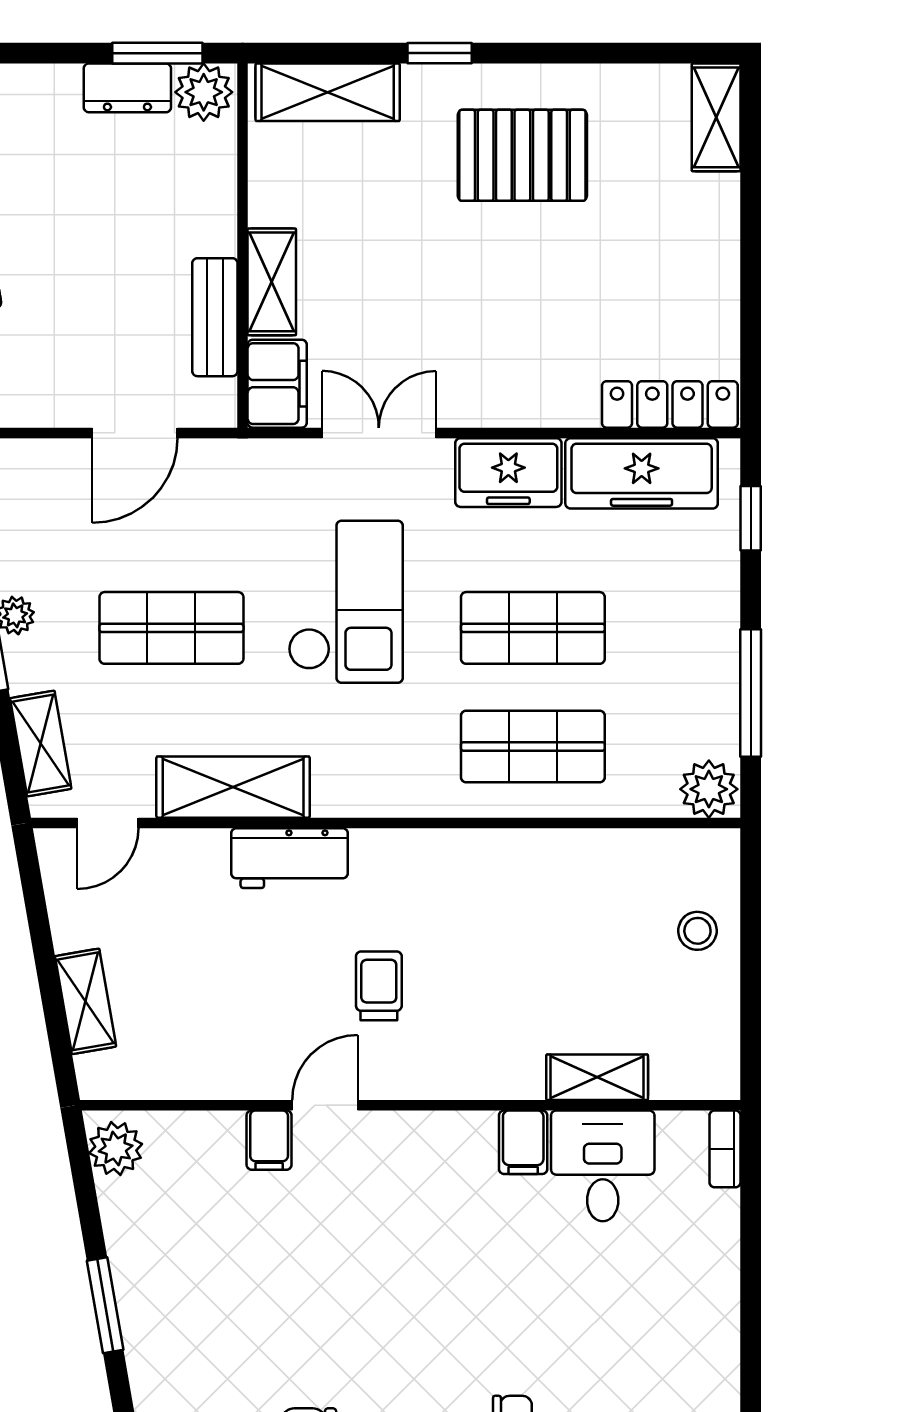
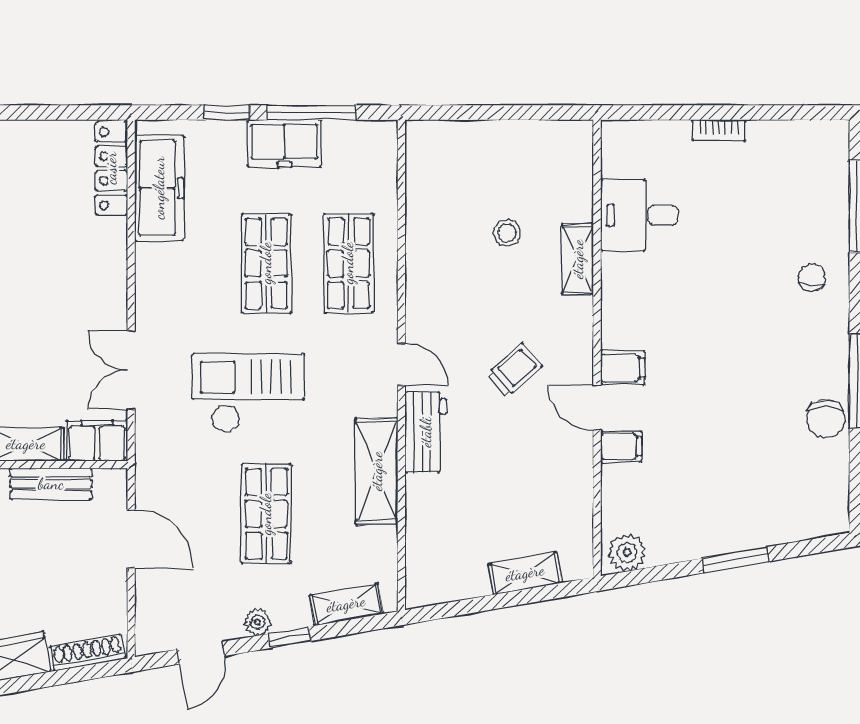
freezer: (508, 473) -> (284, 144), moved, turned 90
window: (751, 518) -> (227, 113), moved
plant: (709, 789) -> (378, 142), removed
door: (108, 823) -> (401, 364), moved
stool: (697, 931) -> (507, 233), moved
trolley: (379, 986) -> (514, 370), turned 139
shelving: (597, 1077) -> (578, 259), moved
filing cabinet: (523, 1142) -> (623, 368), moved
bookcase: (725, 1149) -> (719, 130), moved

